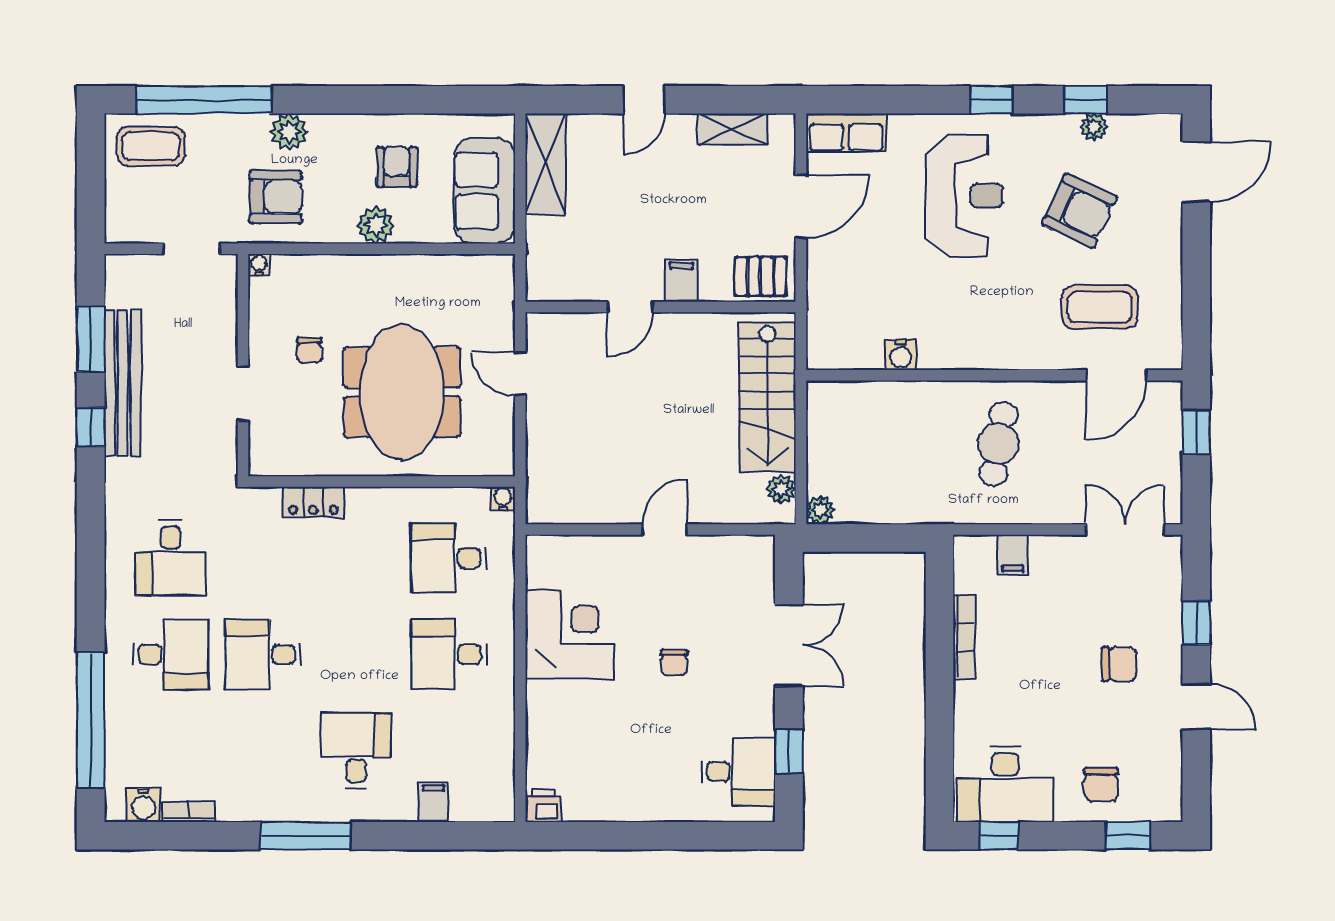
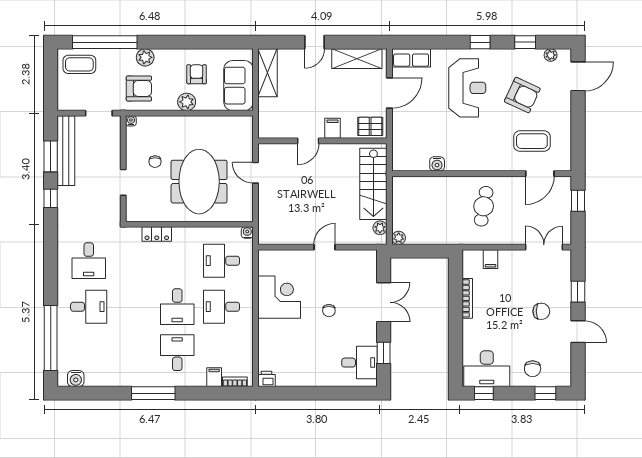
plant: (1094, 127) -> (551, 55), moved
shelving: (733, 129) -> (357, 59), width x1.50, depth x1.33
bench: (123, 383) -> (66, 151), moved
desk: (263, 654) -> (177, 307), moved, turned -90
bookcase: (189, 812) -> (235, 382), moved

